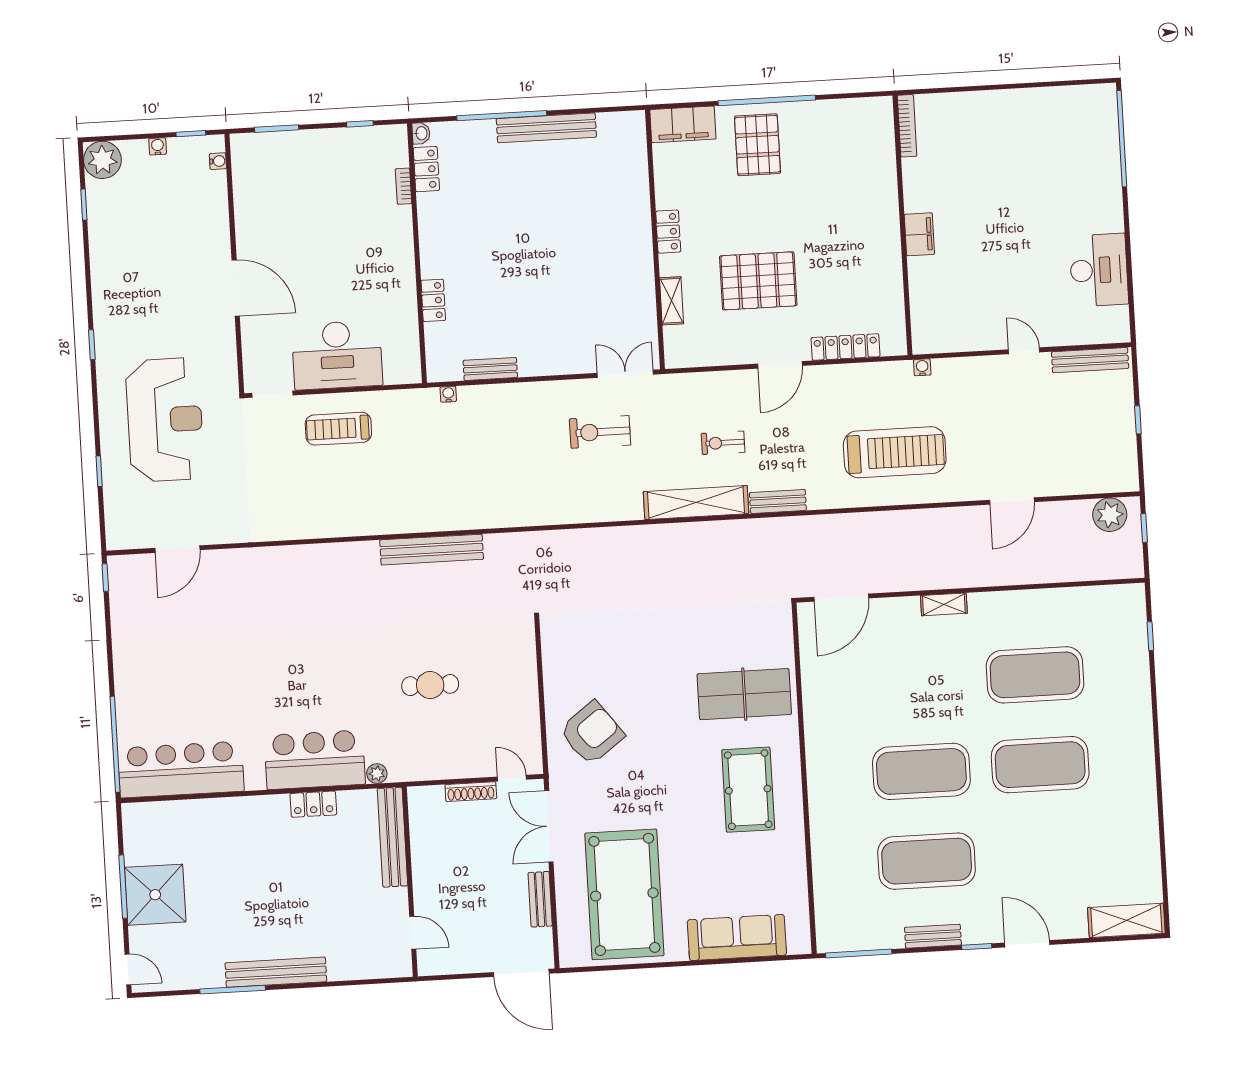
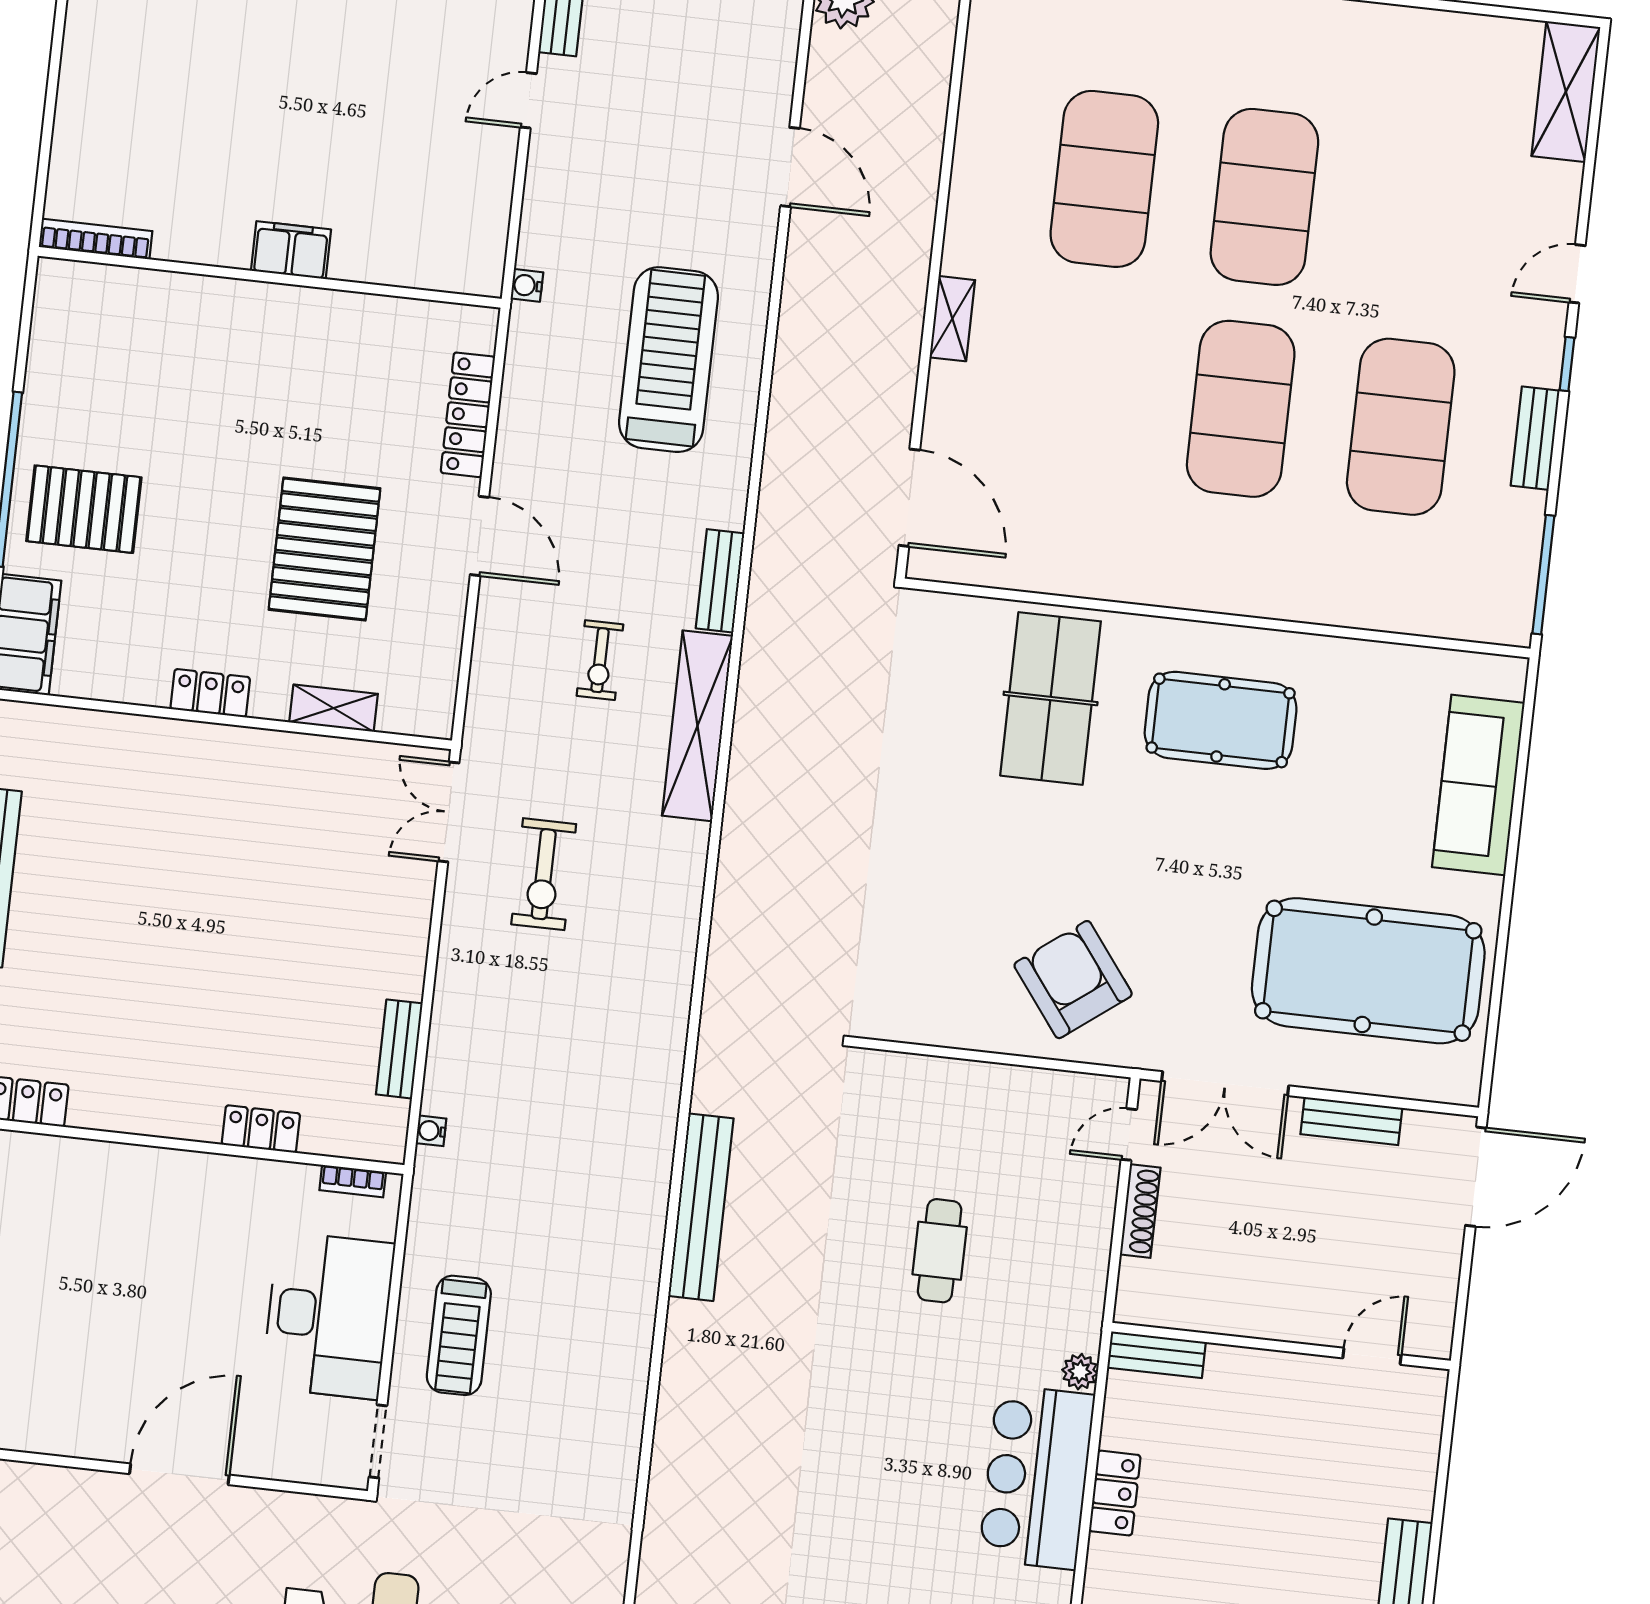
bookcase: (404, 186) -> (353, 1181), moved
bench: (392, 837) -> (1156, 1355), width x0.54, depth x0.82
door: (1027, 944) -> (1577, 274), width x0.73

